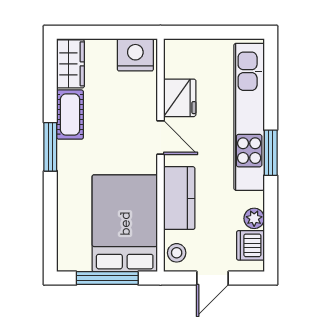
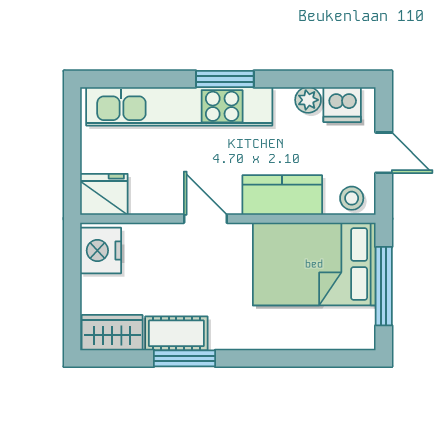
fridge: (180, 98) -> (104, 194), moved
door: (160, 137) -> (205, 219), hinge flipped
window: (50, 147) -> (184, 358), moved

